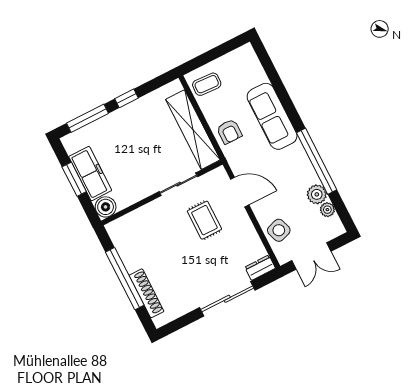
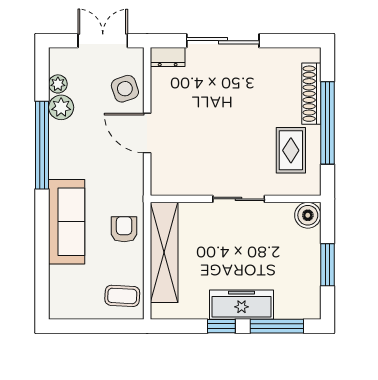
freezer: (90, 174) -> (242, 305), moved, turned 90
sliding door: (178, 184) -> (239, 199), moved
door: (240, 192) -> (147, 133), moved
rug: (204, 220) -> (291, 150), moved

